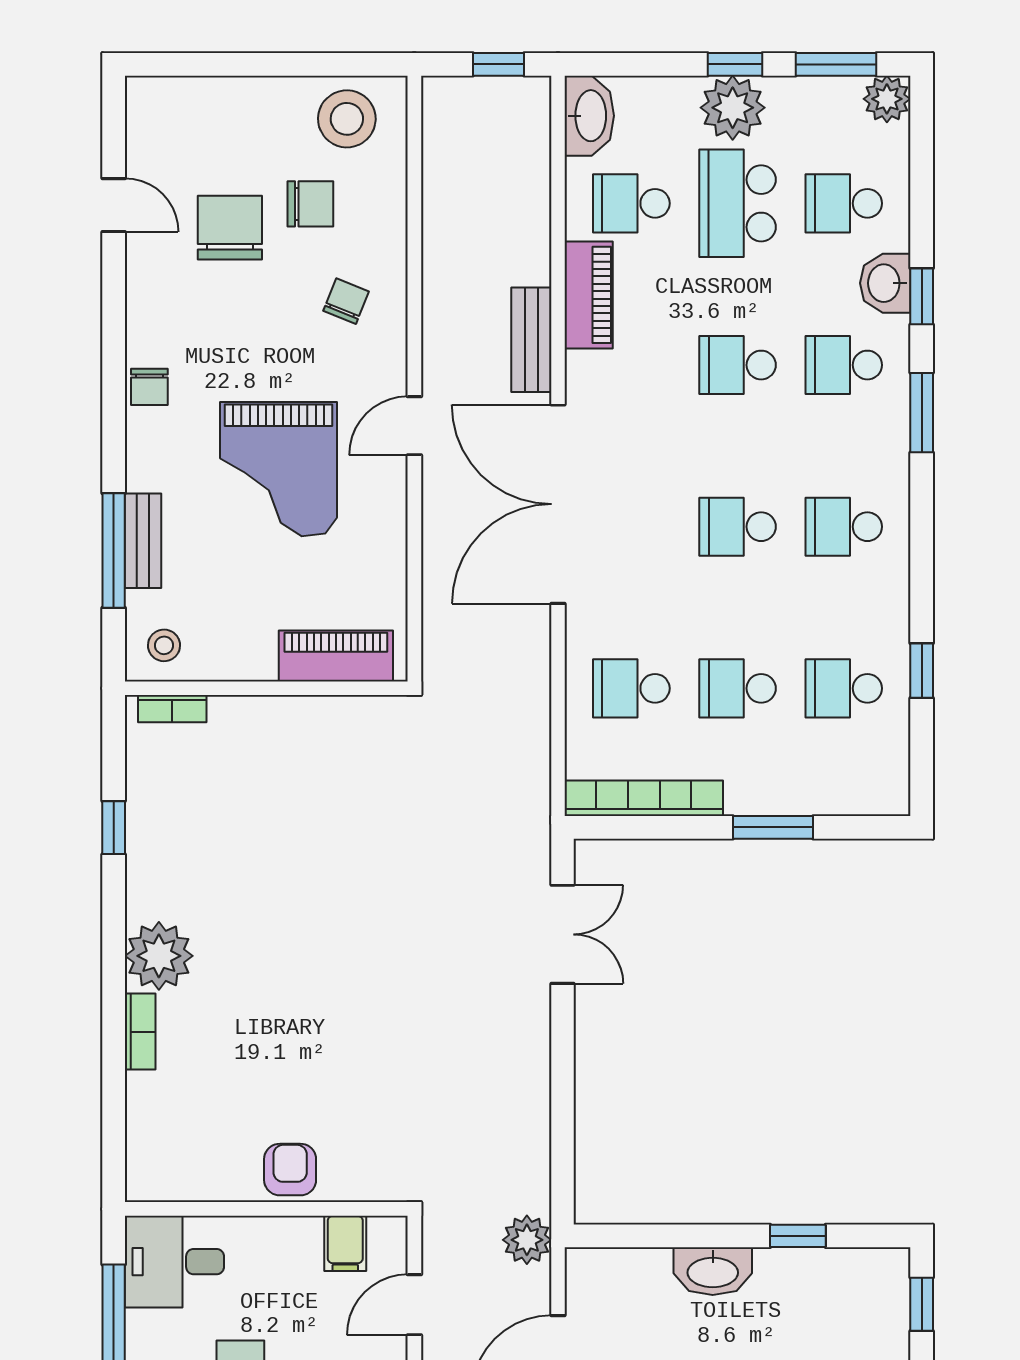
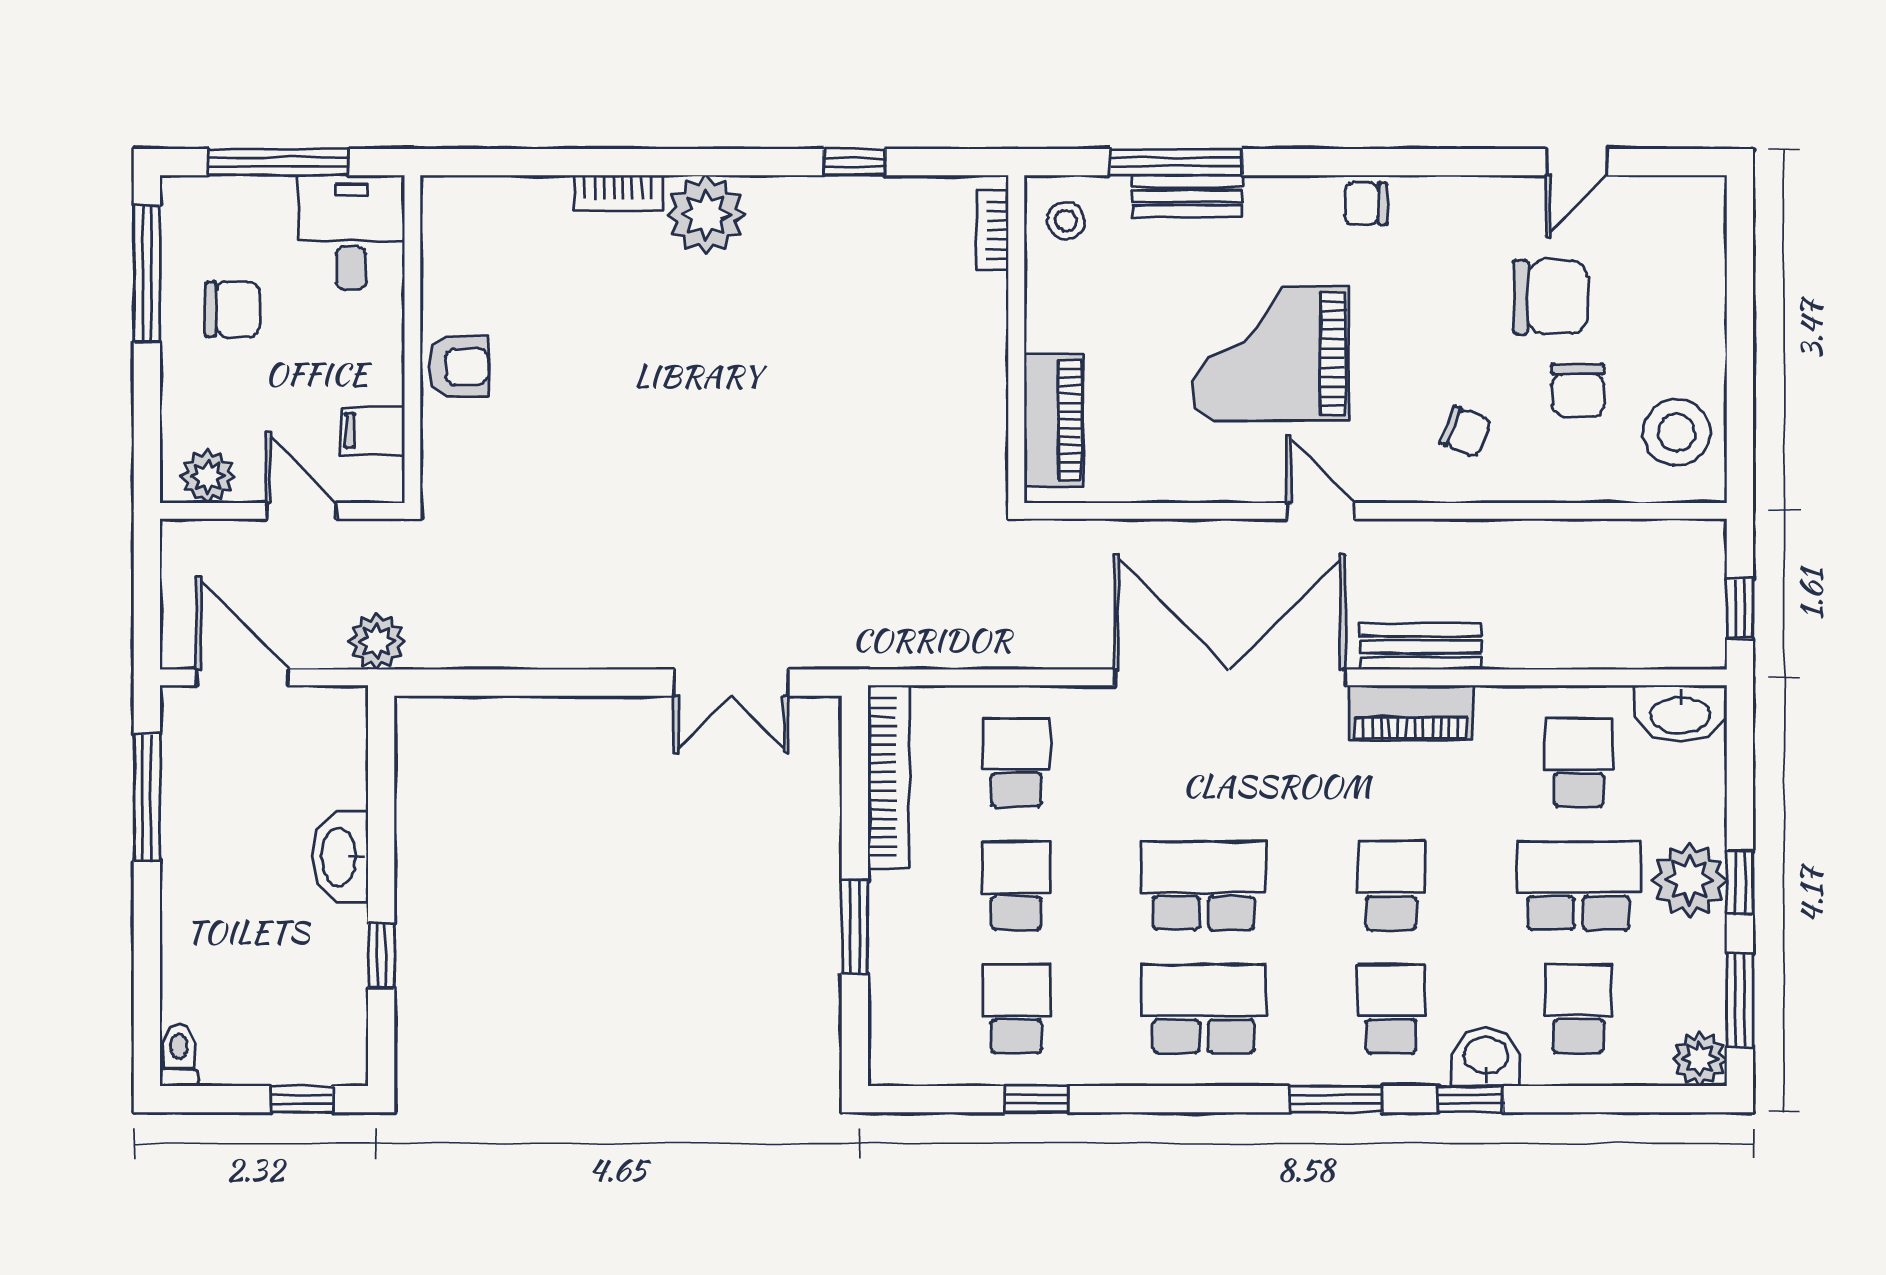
piano: (589, 295) -> (1411, 713), moved
school desk: (738, 527) -> (1204, 886), width x1.85
school desk: (844, 527) -> (1204, 1009), width x1.85

